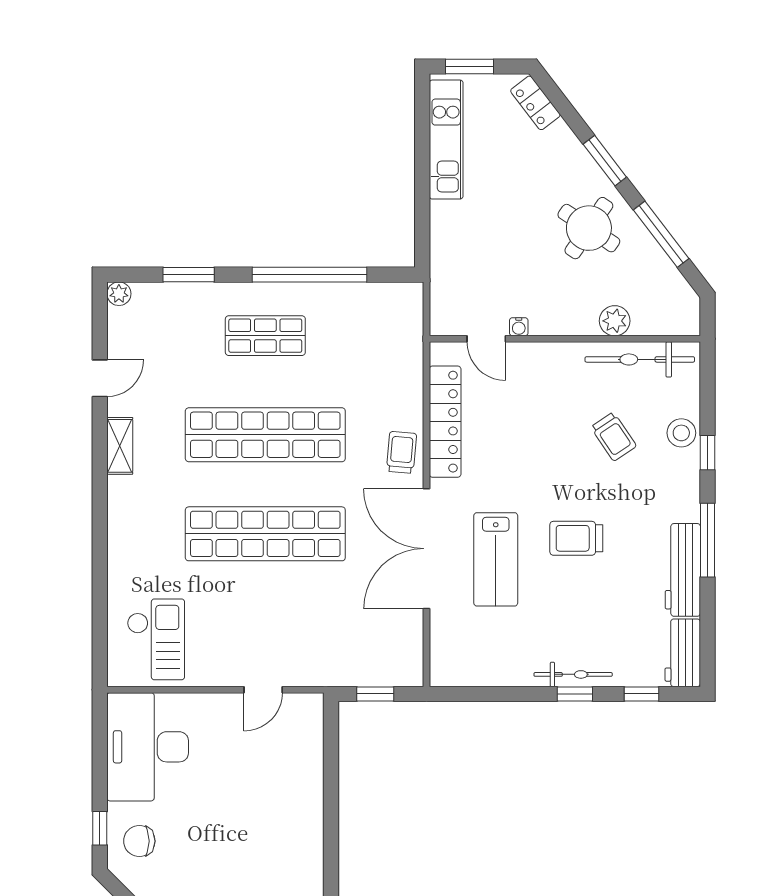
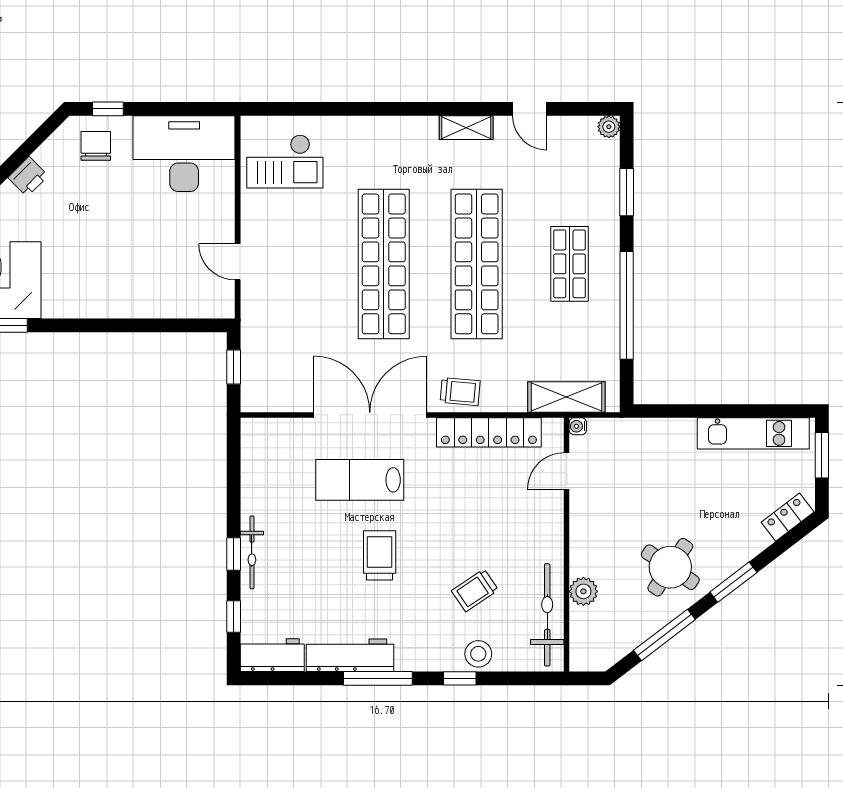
water cooler: (519, 327) -> (578, 426), moved
shelving: (407, 339) -> (566, 397), added

